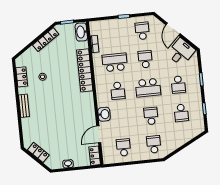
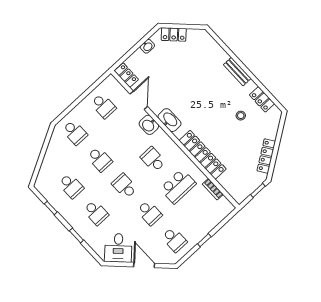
washbasin: (81, 32) -> (170, 120), moved
school desk: (178, 85) -> (96, 213), turned 180
school desk: (148, 88) -> (124, 186), width x0.54
school desk: (181, 113) -> (71, 186), turned 180
locker: (38, 152) -> (174, 34), moved

